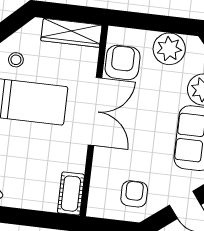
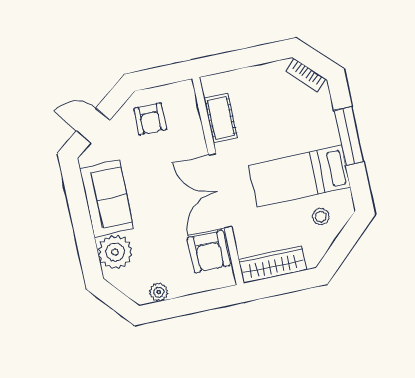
plant: (169, 49) -> (159, 292), width x0.53, depth x0.53
cot: (71, 194) -> (221, 118), moved

